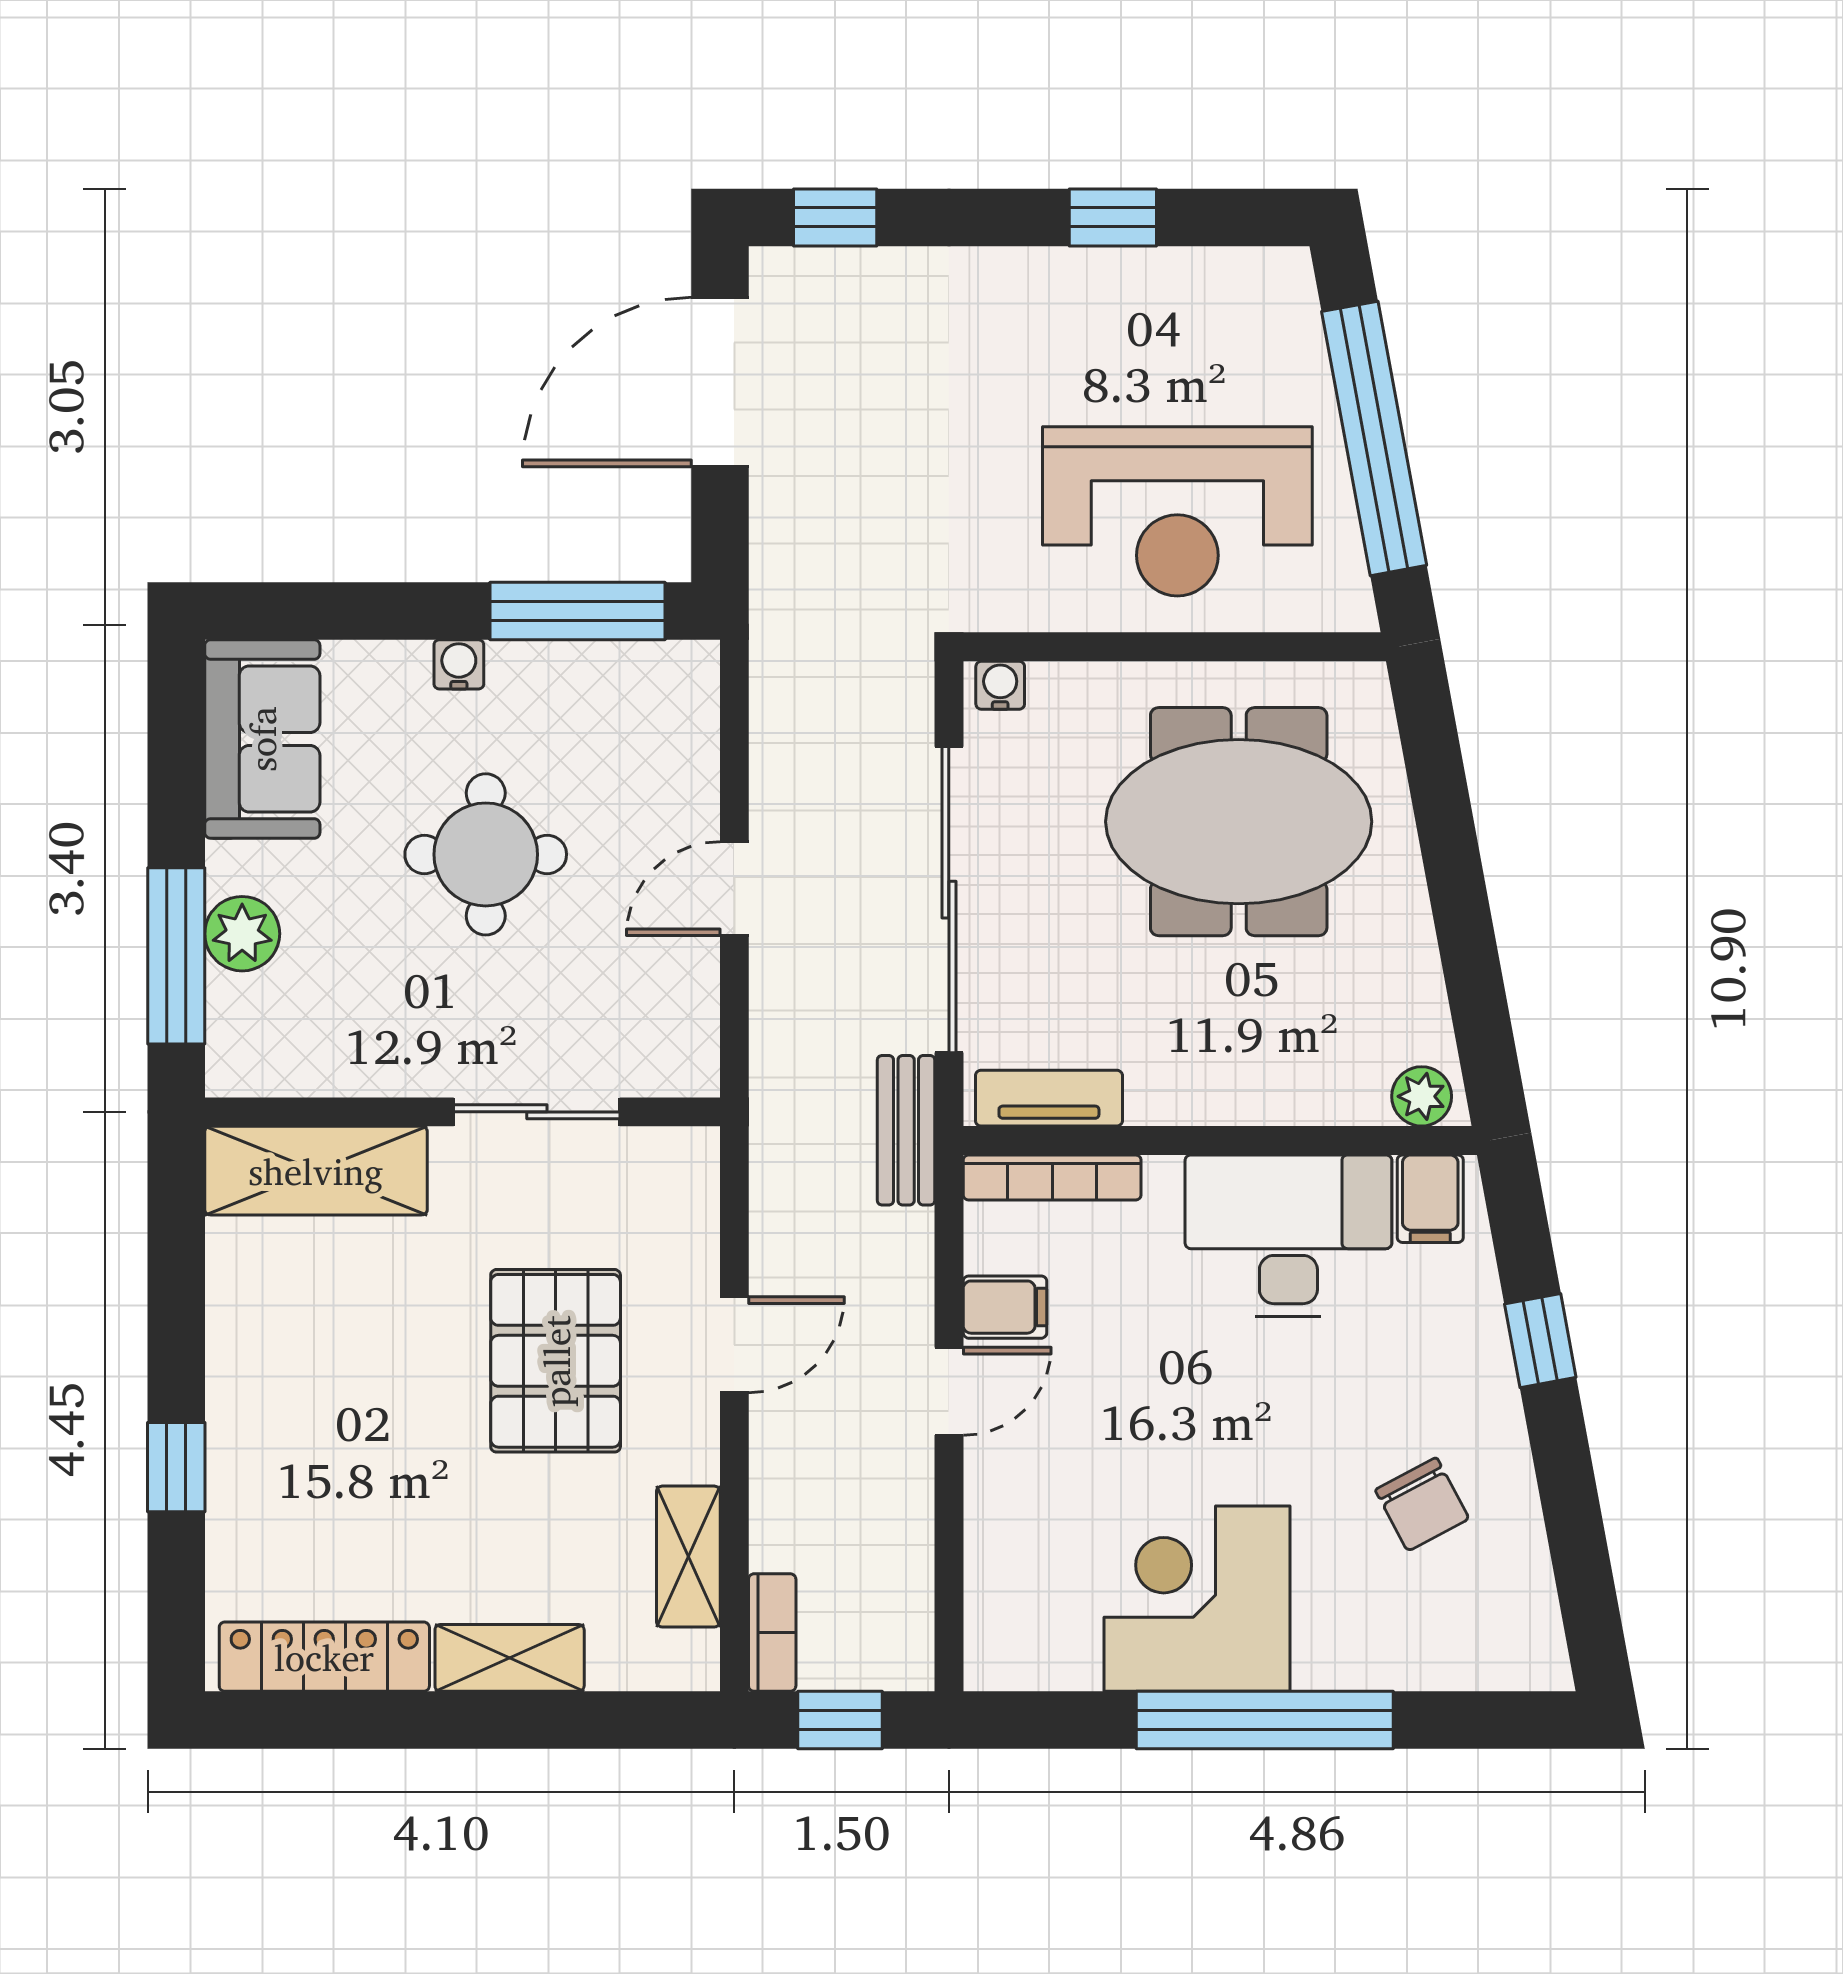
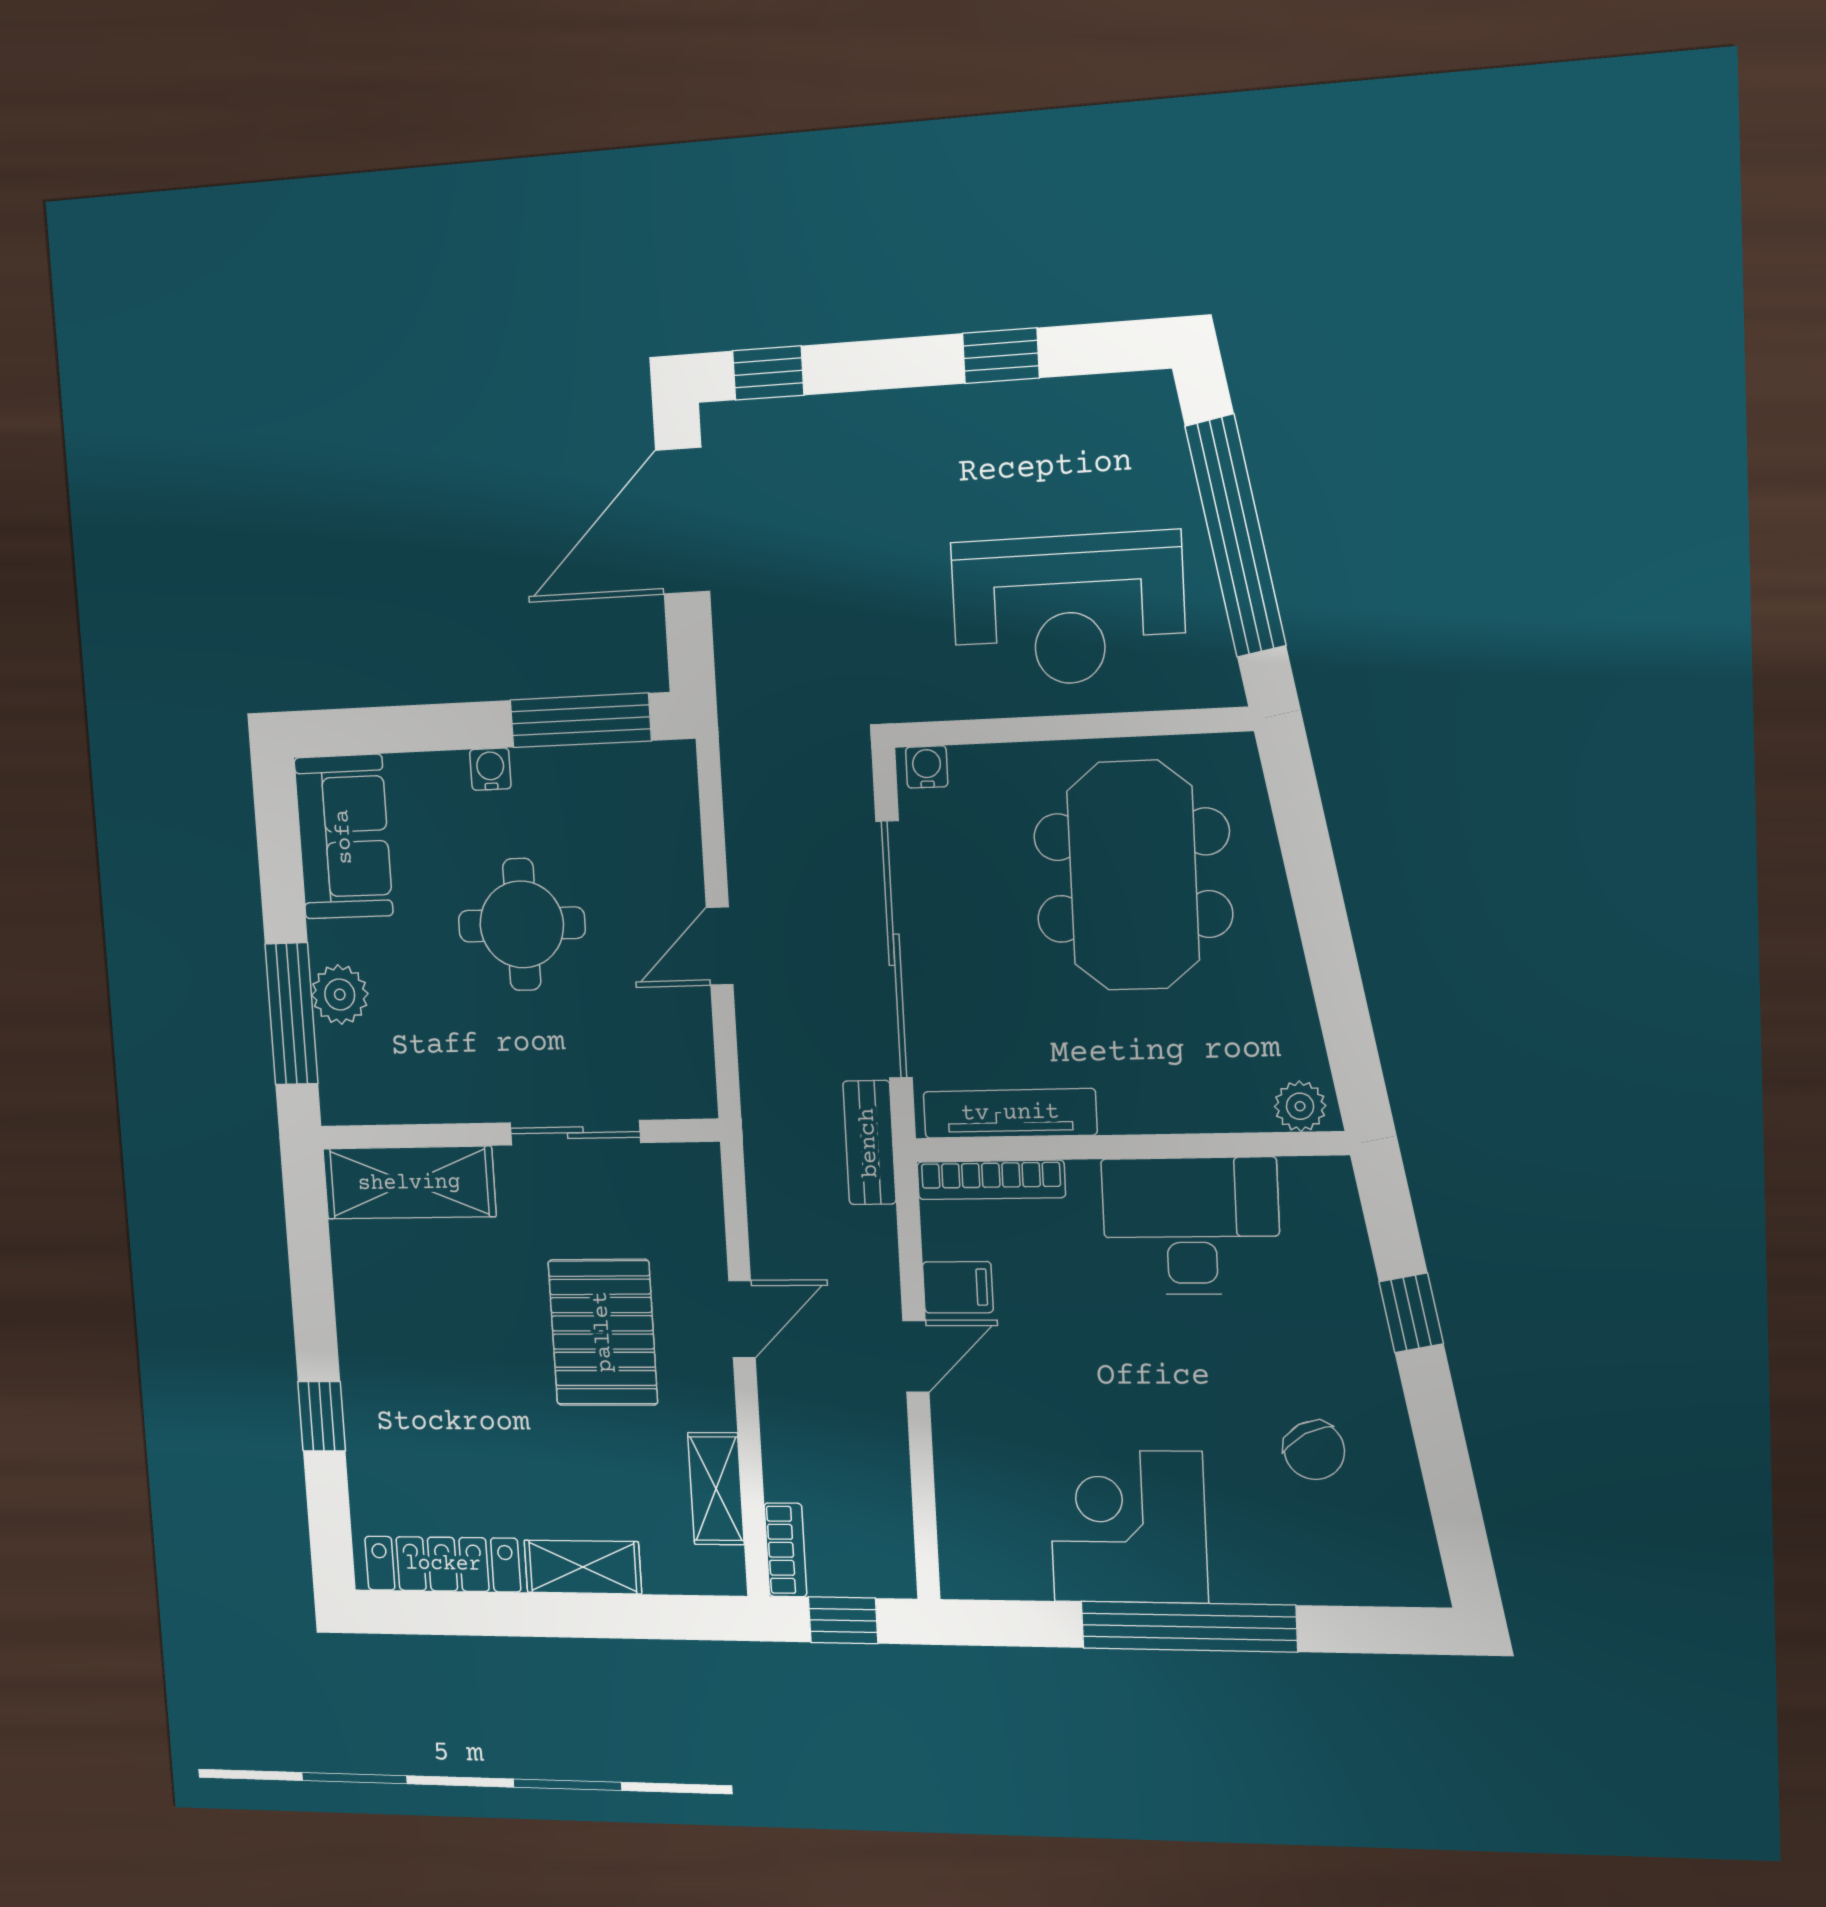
meeting table: (1239, 822) -> (1133, 875), turned 90
tv unit: (1049, 1098) -> (1010, 1113), width x1.41
filing cabinet: (1430, 1199) -> (1311, 1193), removed

